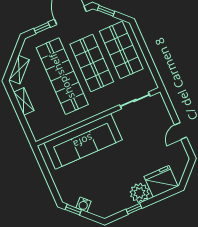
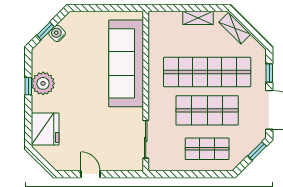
shop shelf: (121, 50) -> (207, 149), width x0.70, depth x0.74
plant: (139, 193) -> (43, 83), moved
window: (73, 210) -> (46, 31), moved

